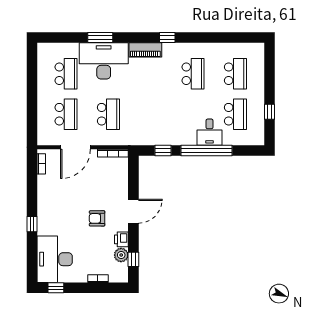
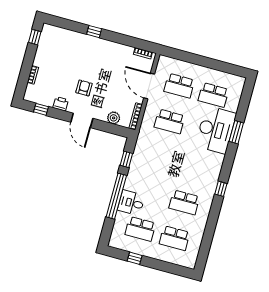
piano: (145, 50) -> (215, 167), removed
plant: (121, 255) -> (114, 118), moved
desk: (55, 259) -> (59, 43), removed

